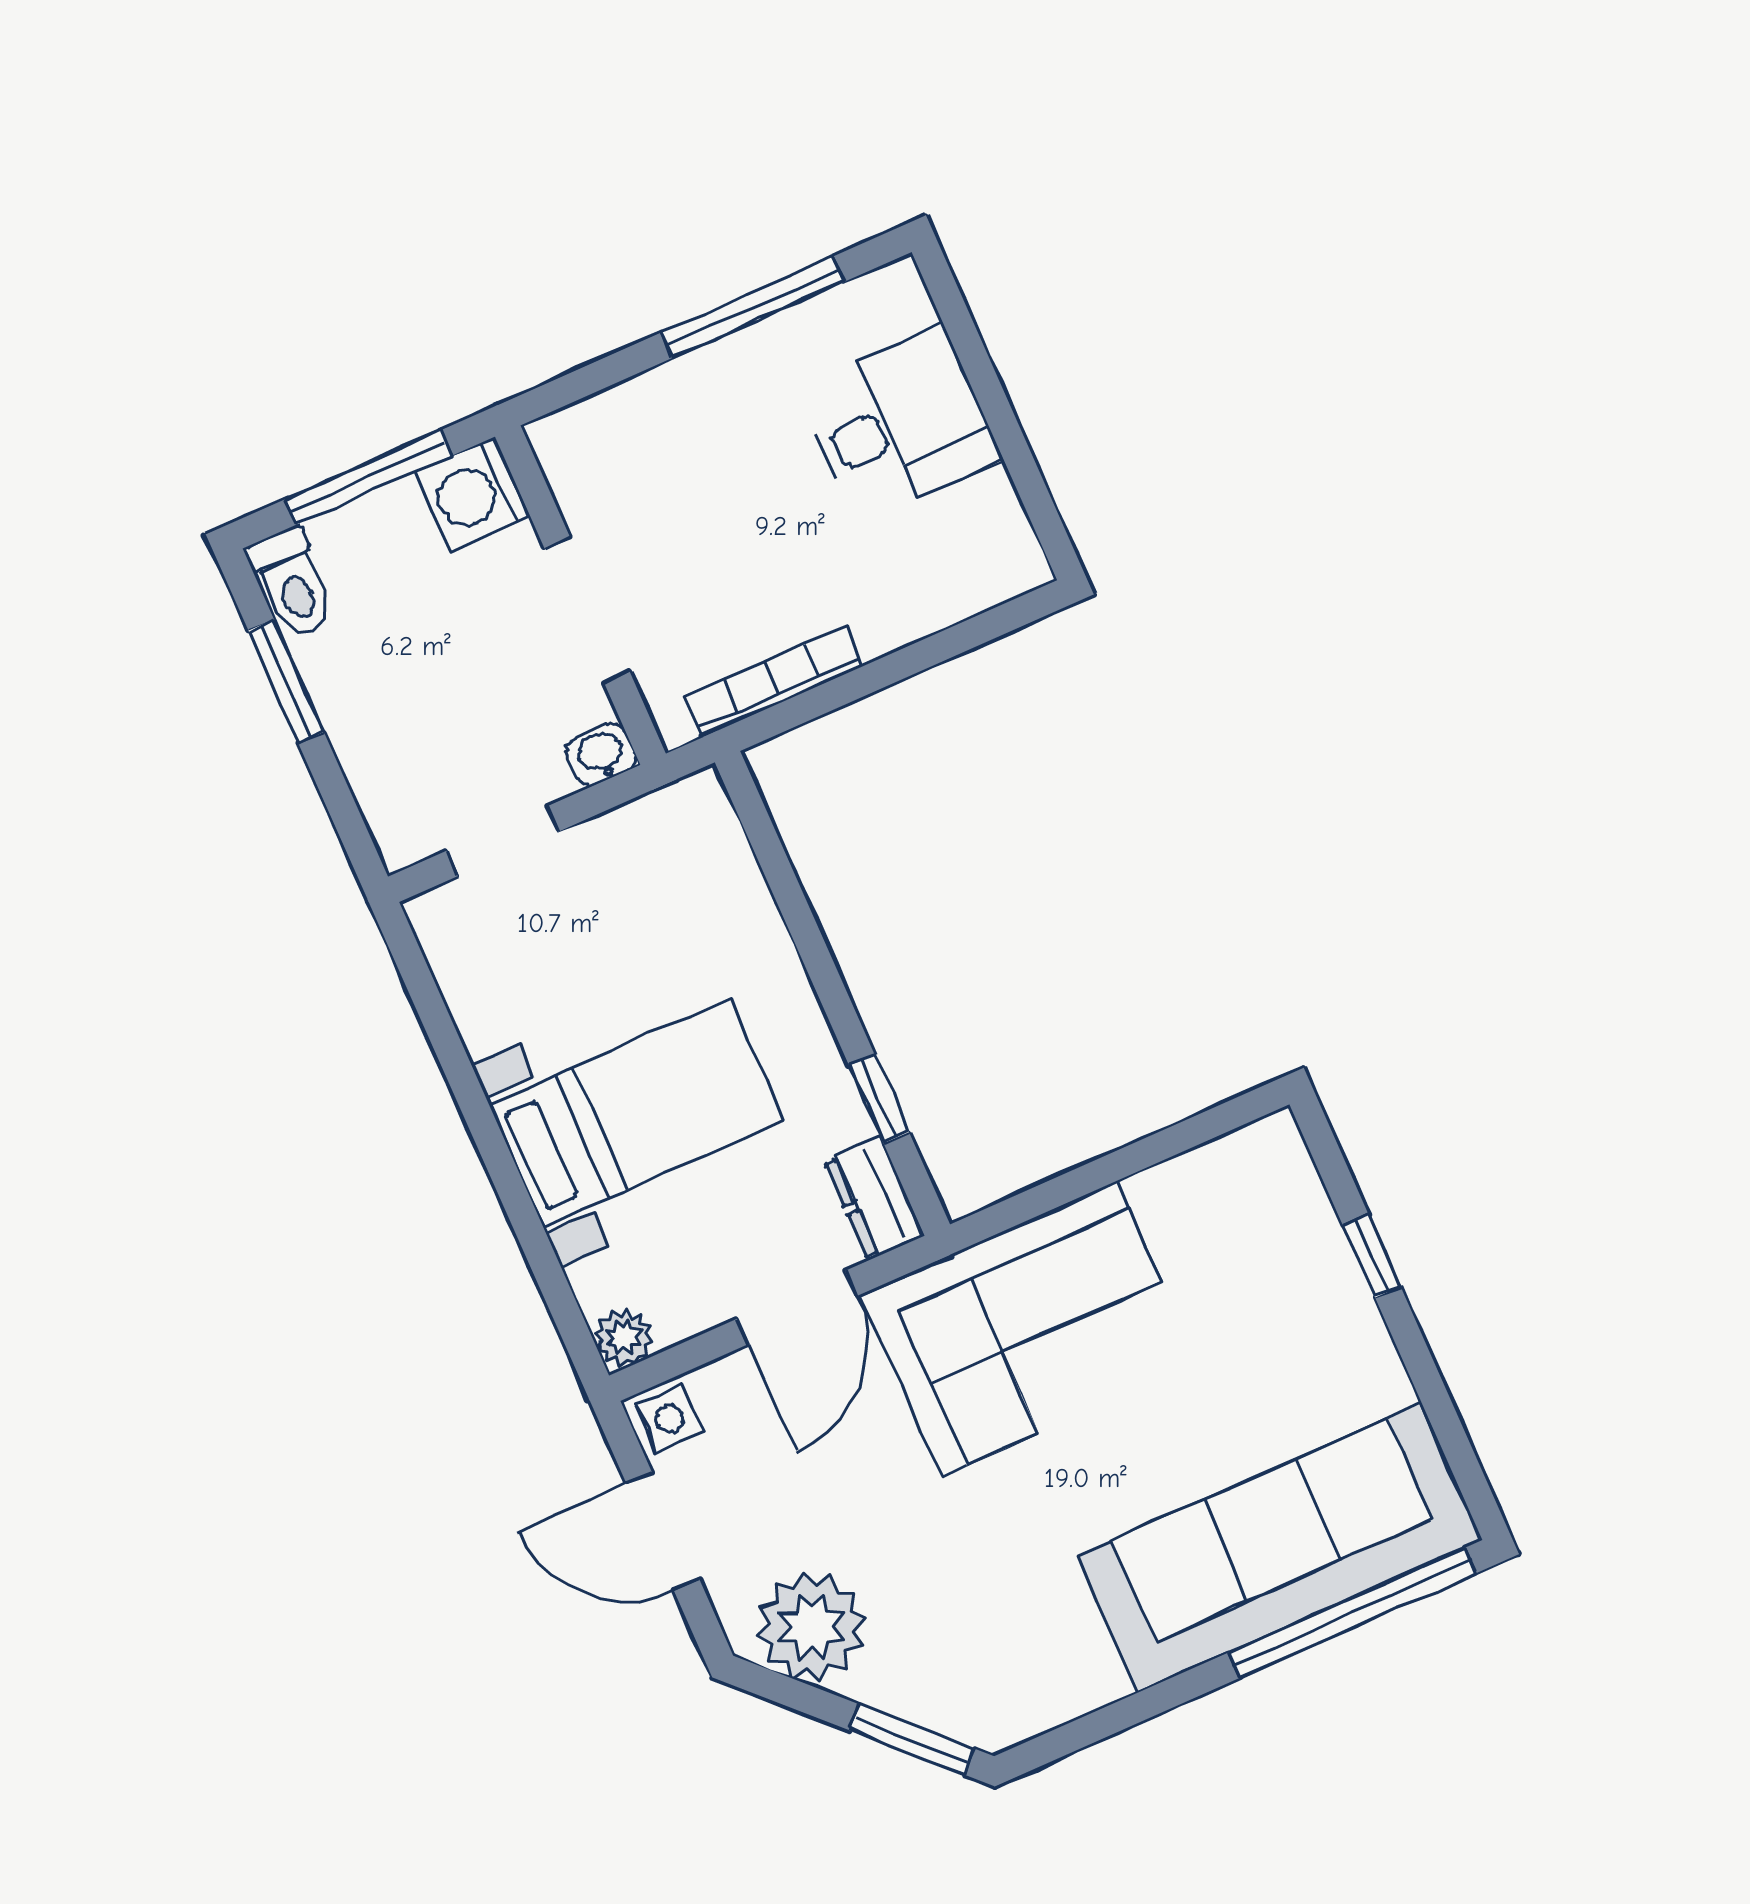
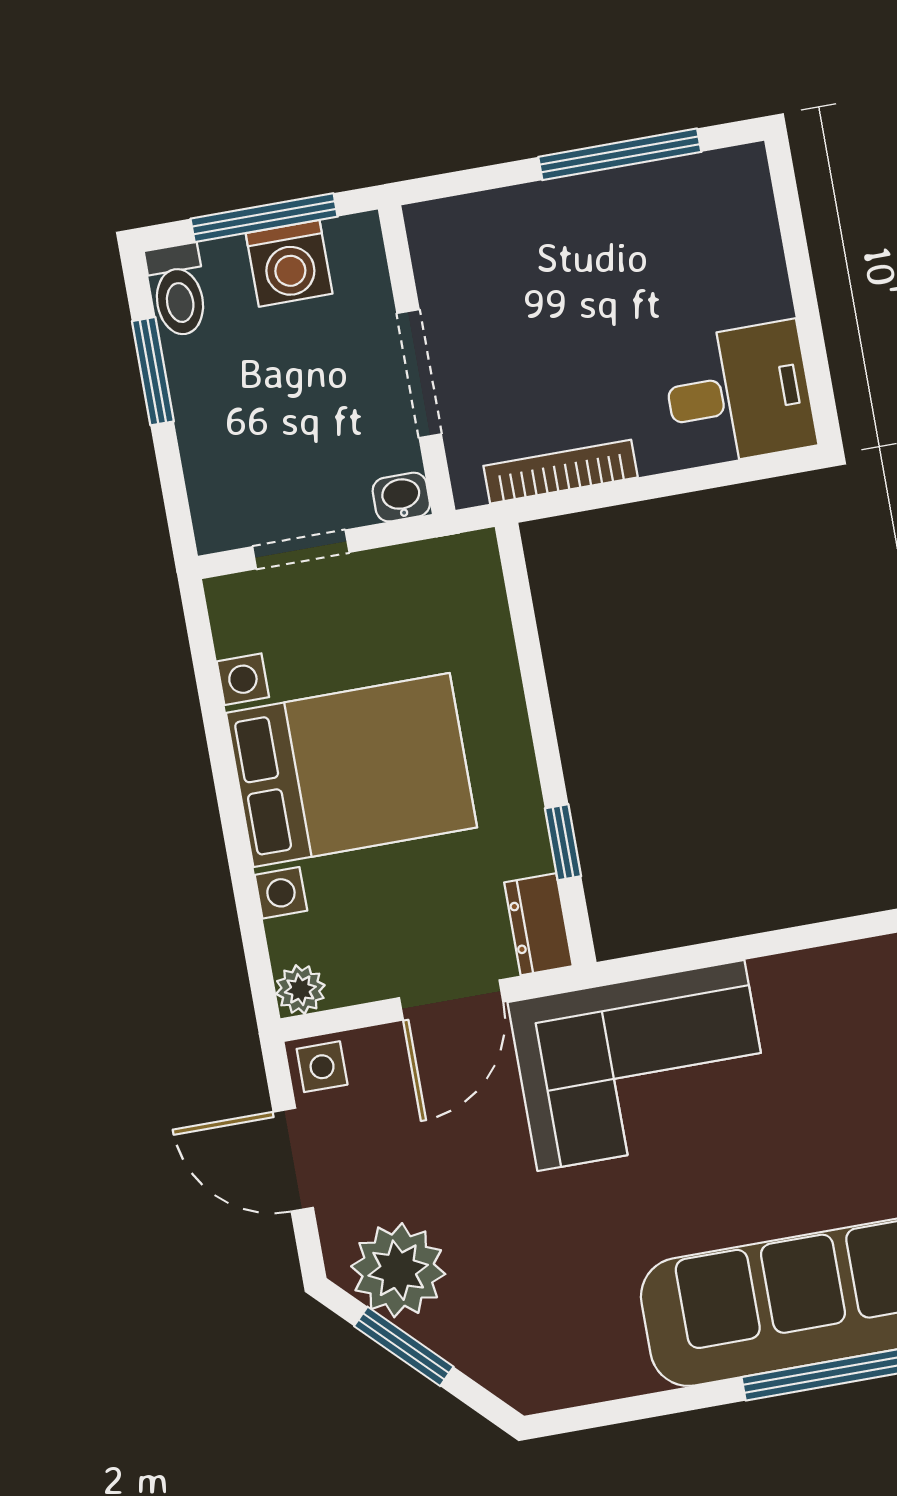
desk: (900, 424) -> (739, 394), moved
washing machine: (473, 494) -> (289, 263), moved, turned -90
bed with nightstands: (637, 1113) -> (351, 770), width x1.36
window: (912, 1739) -> (404, 1346), moved

